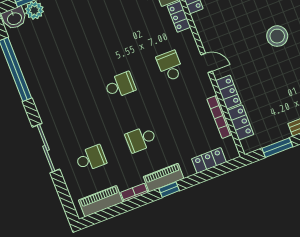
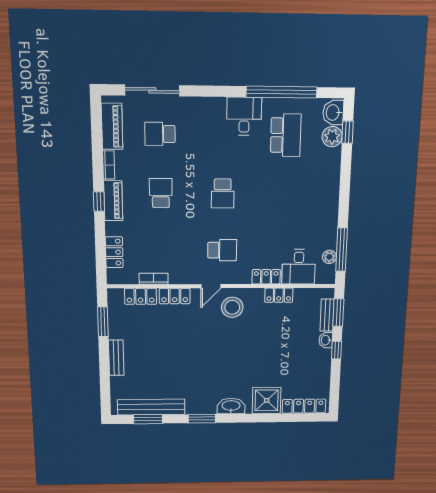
stool: (277, 36) -> (232, 307), moved
school desk: (49, 51) -> (286, 135), added
desk: (48, 93) -> (244, 116), added
bookcase: (220, 117) -> (154, 279), width x0.64
sliding door: (46, 148) -> (152, 90), moved
school desk: (91, 158) -> (160, 134), turned 90

